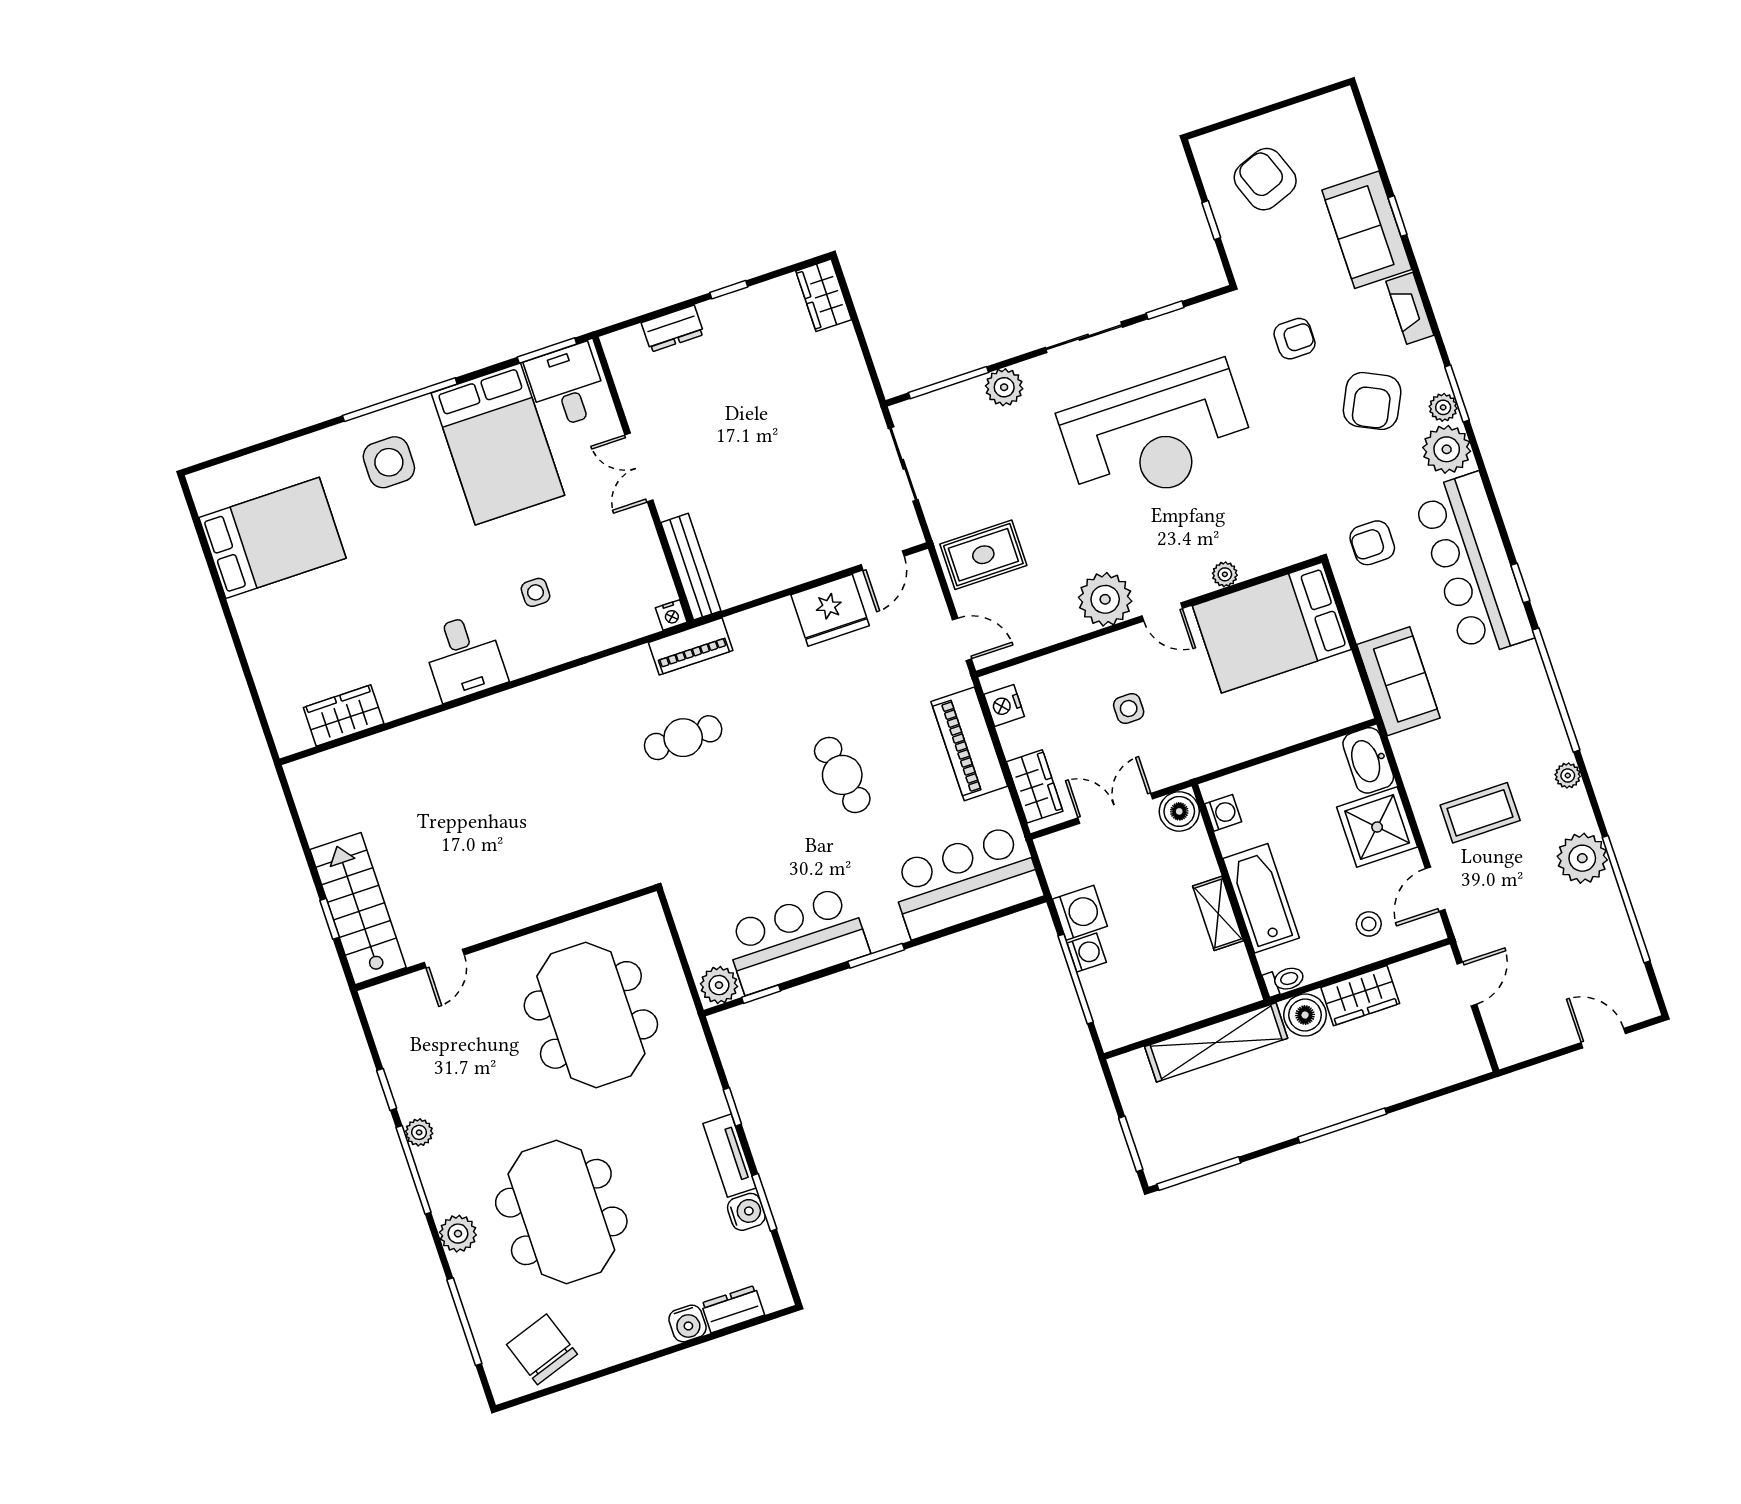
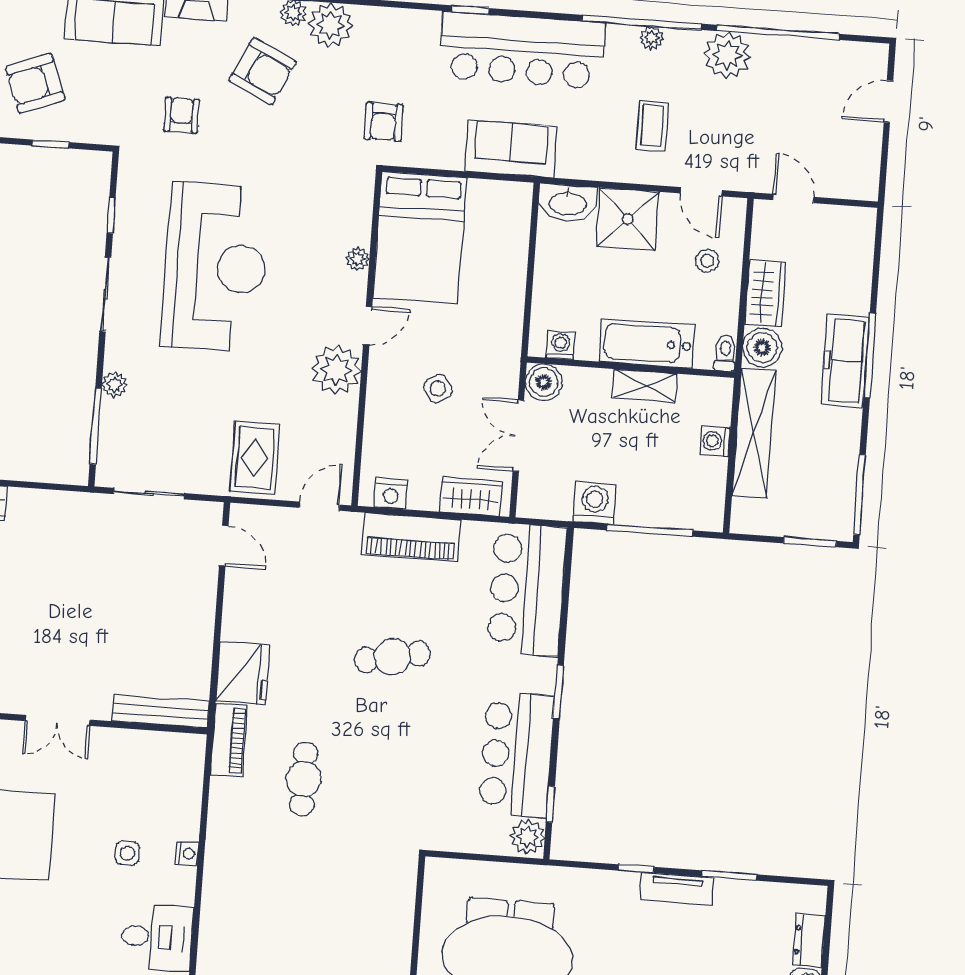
plant: (1004, 387) -> (114, 385), width x0.73, depth x0.73
bar counter: (1473, 565) -> (522, 50), moved
fridge: (830, 610) -> (243, 673), moved
nightstand: (671, 615) -> (187, 854), moved
window: (1556, 690) -> (642, 22), moved
side table: (1129, 708) -> (438, 389), turned -34
coffee table: (1480, 813) -> (652, 126), width x0.73, depth x0.77
washing machine: (1087, 953) -> (715, 441), moved, turned -90
freezer: (1326, 1103) -> (845, 361), added
water cooler: (746, 1212) -> (731, 894), removed

